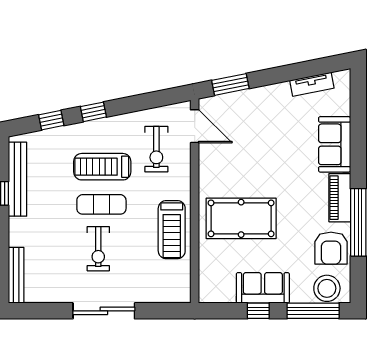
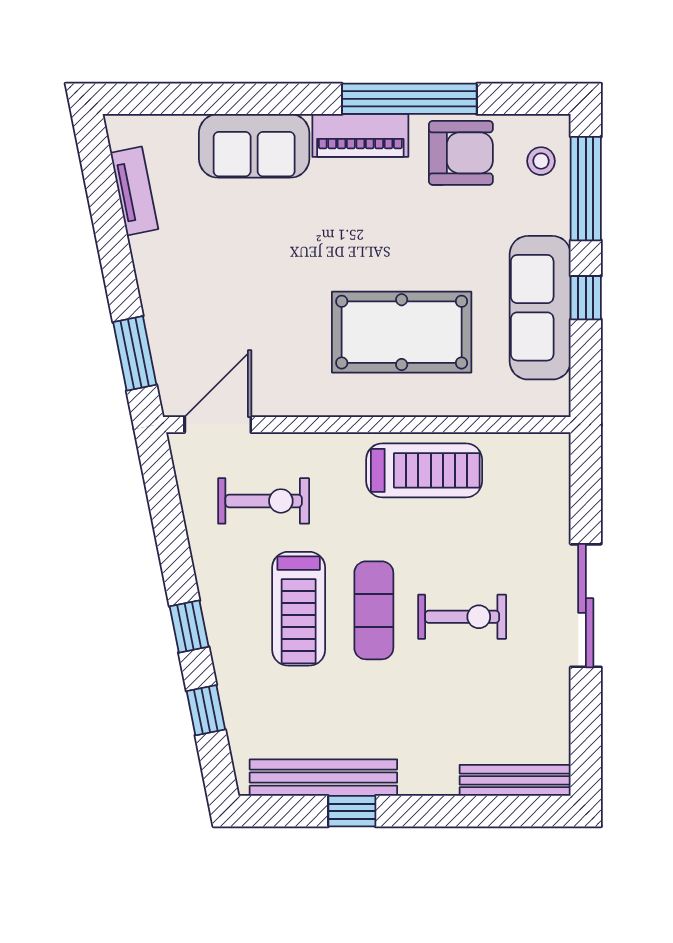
pool table: (241, 218) -> (402, 332), turned 90
sofa: (263, 288) -> (540, 308), width x1.36
stool: (327, 288) -> (541, 161), width x0.53, depth x0.53

